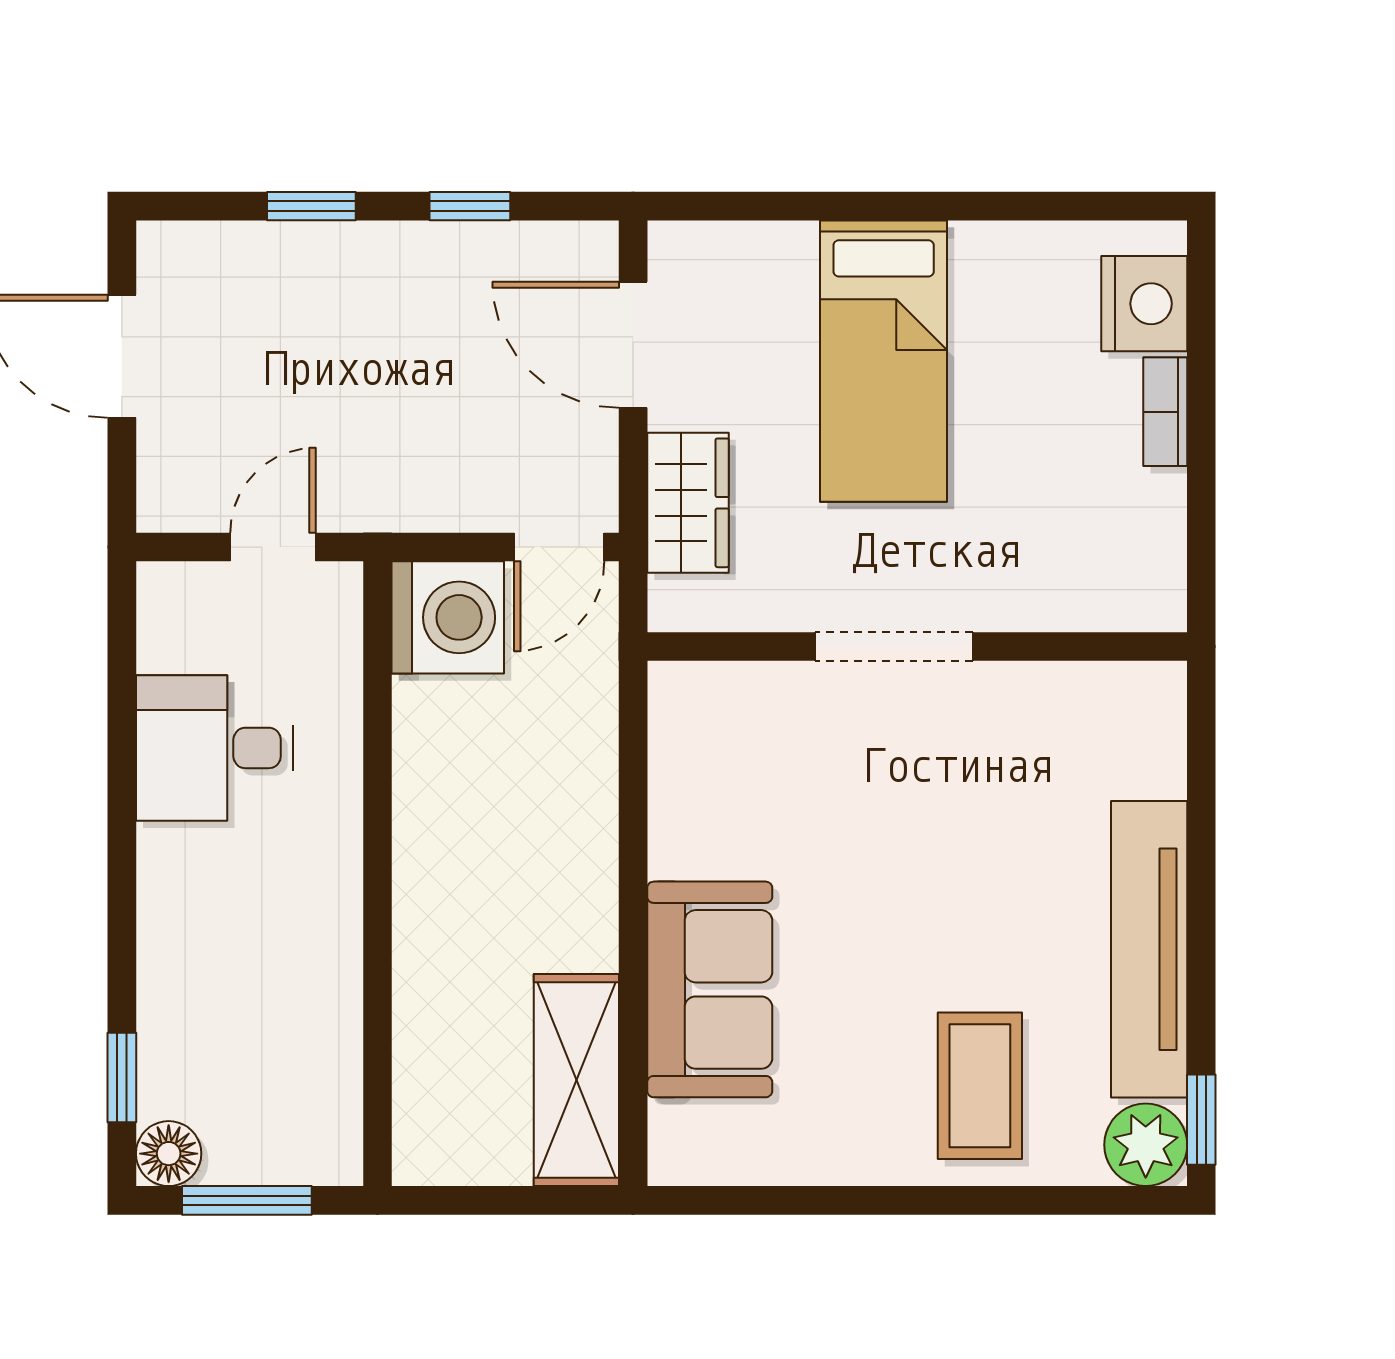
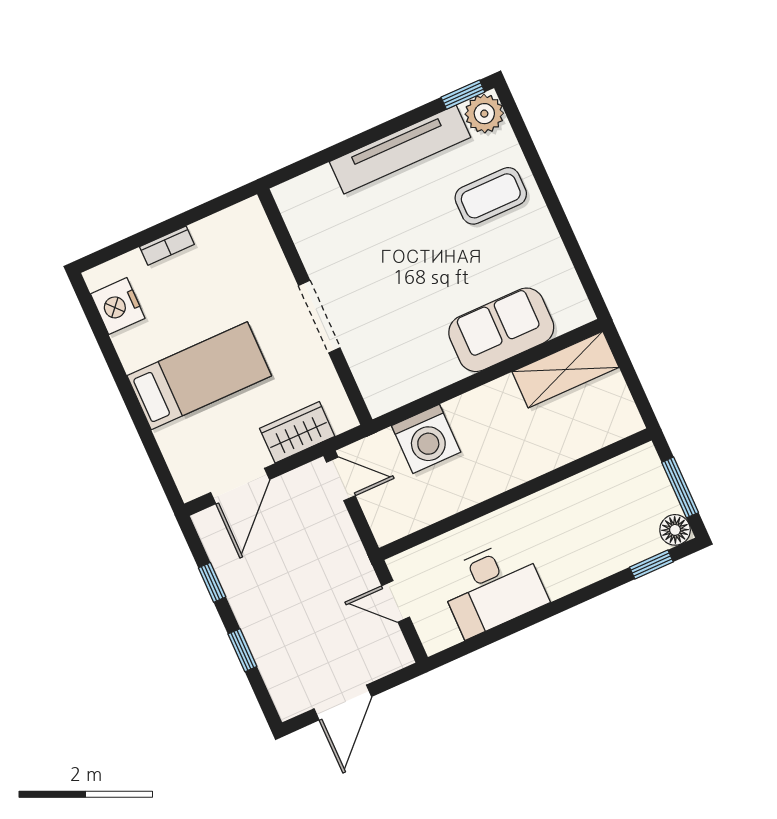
nightstand: (1144, 304) -> (118, 306), moved, turned -90
washing machine: (448, 617) -> (426, 439), moved, turned 180
desk: (215, 748) -> (493, 588), width x1.37

